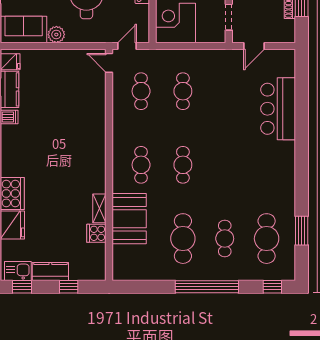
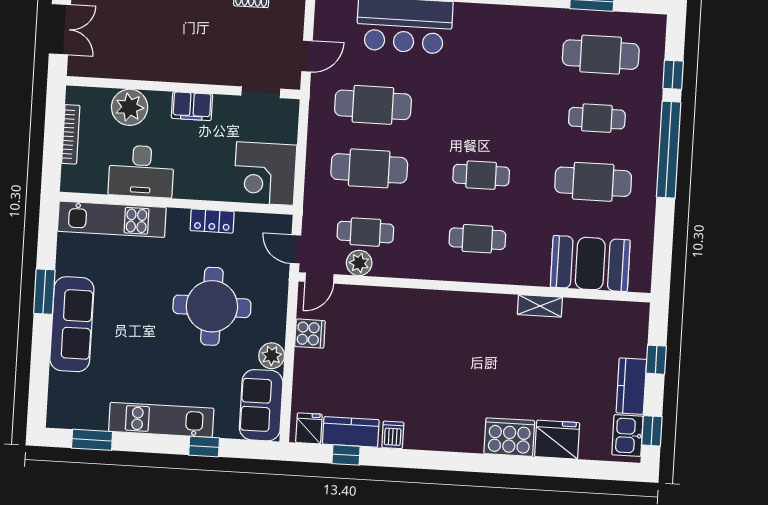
door: (254, 46) -> (307, 56), hinge flipped
plant: (121, 88) -> (359, 263), added
cafe table: (183, 91) -> (369, 168), width x1.37, depth x1.35
cafe table: (225, 91) -> (373, 105), added
booth: (129, 219) -> (590, 264), moved
cooker: (96, 233) -> (310, 334), moved, turned -90
window: (272, 287) -> (673, 75), moved

